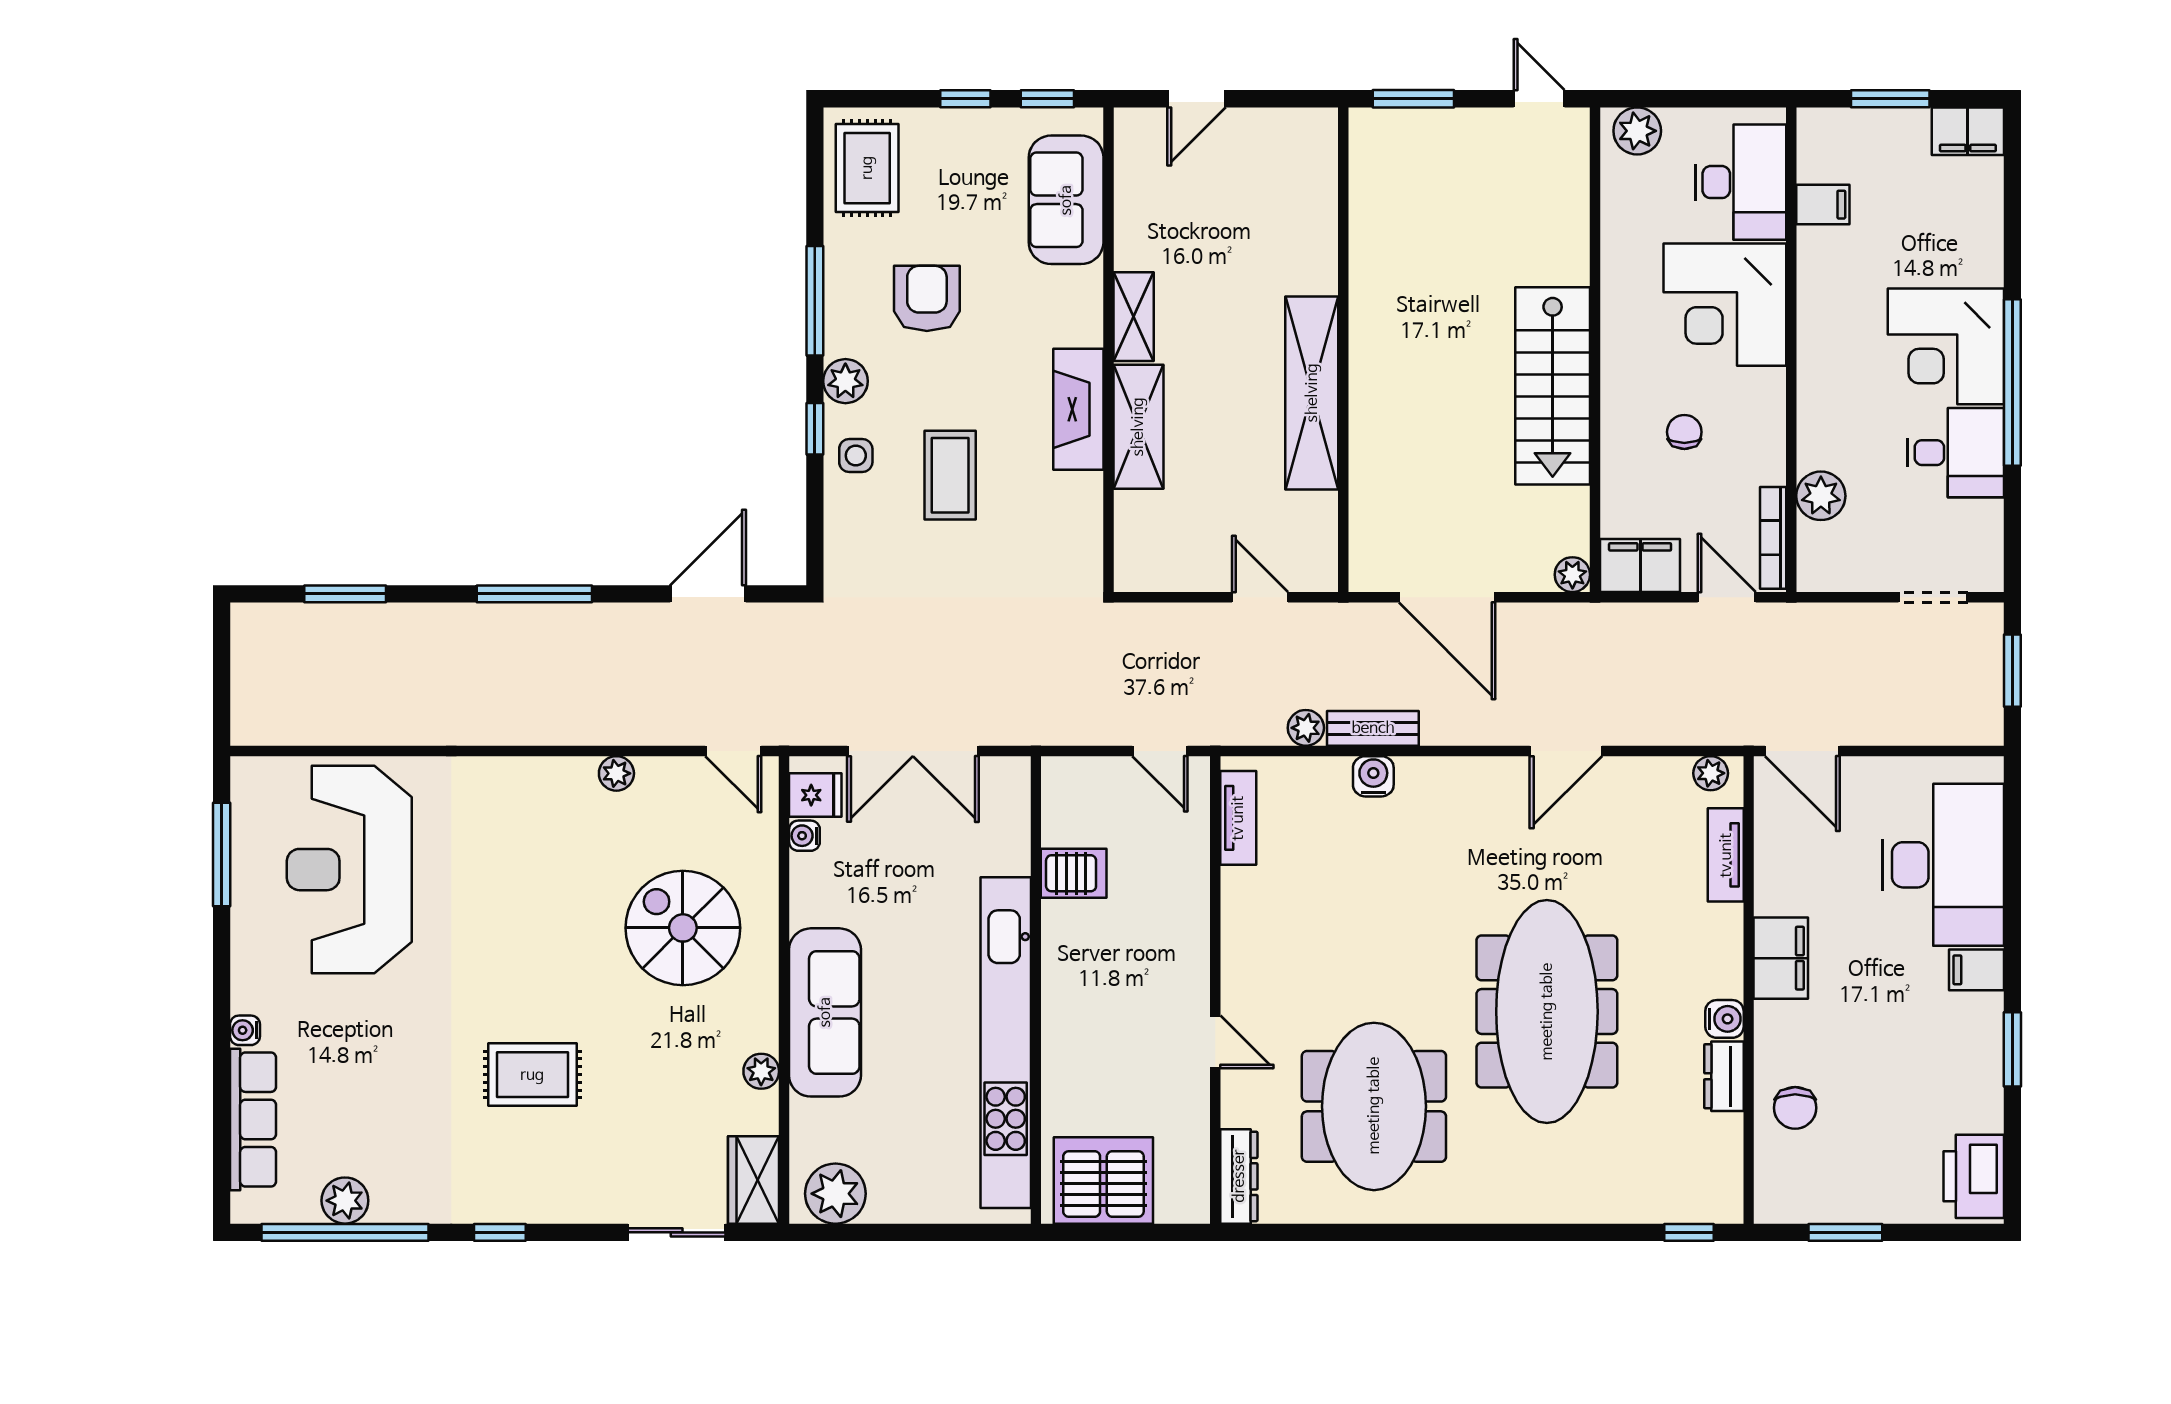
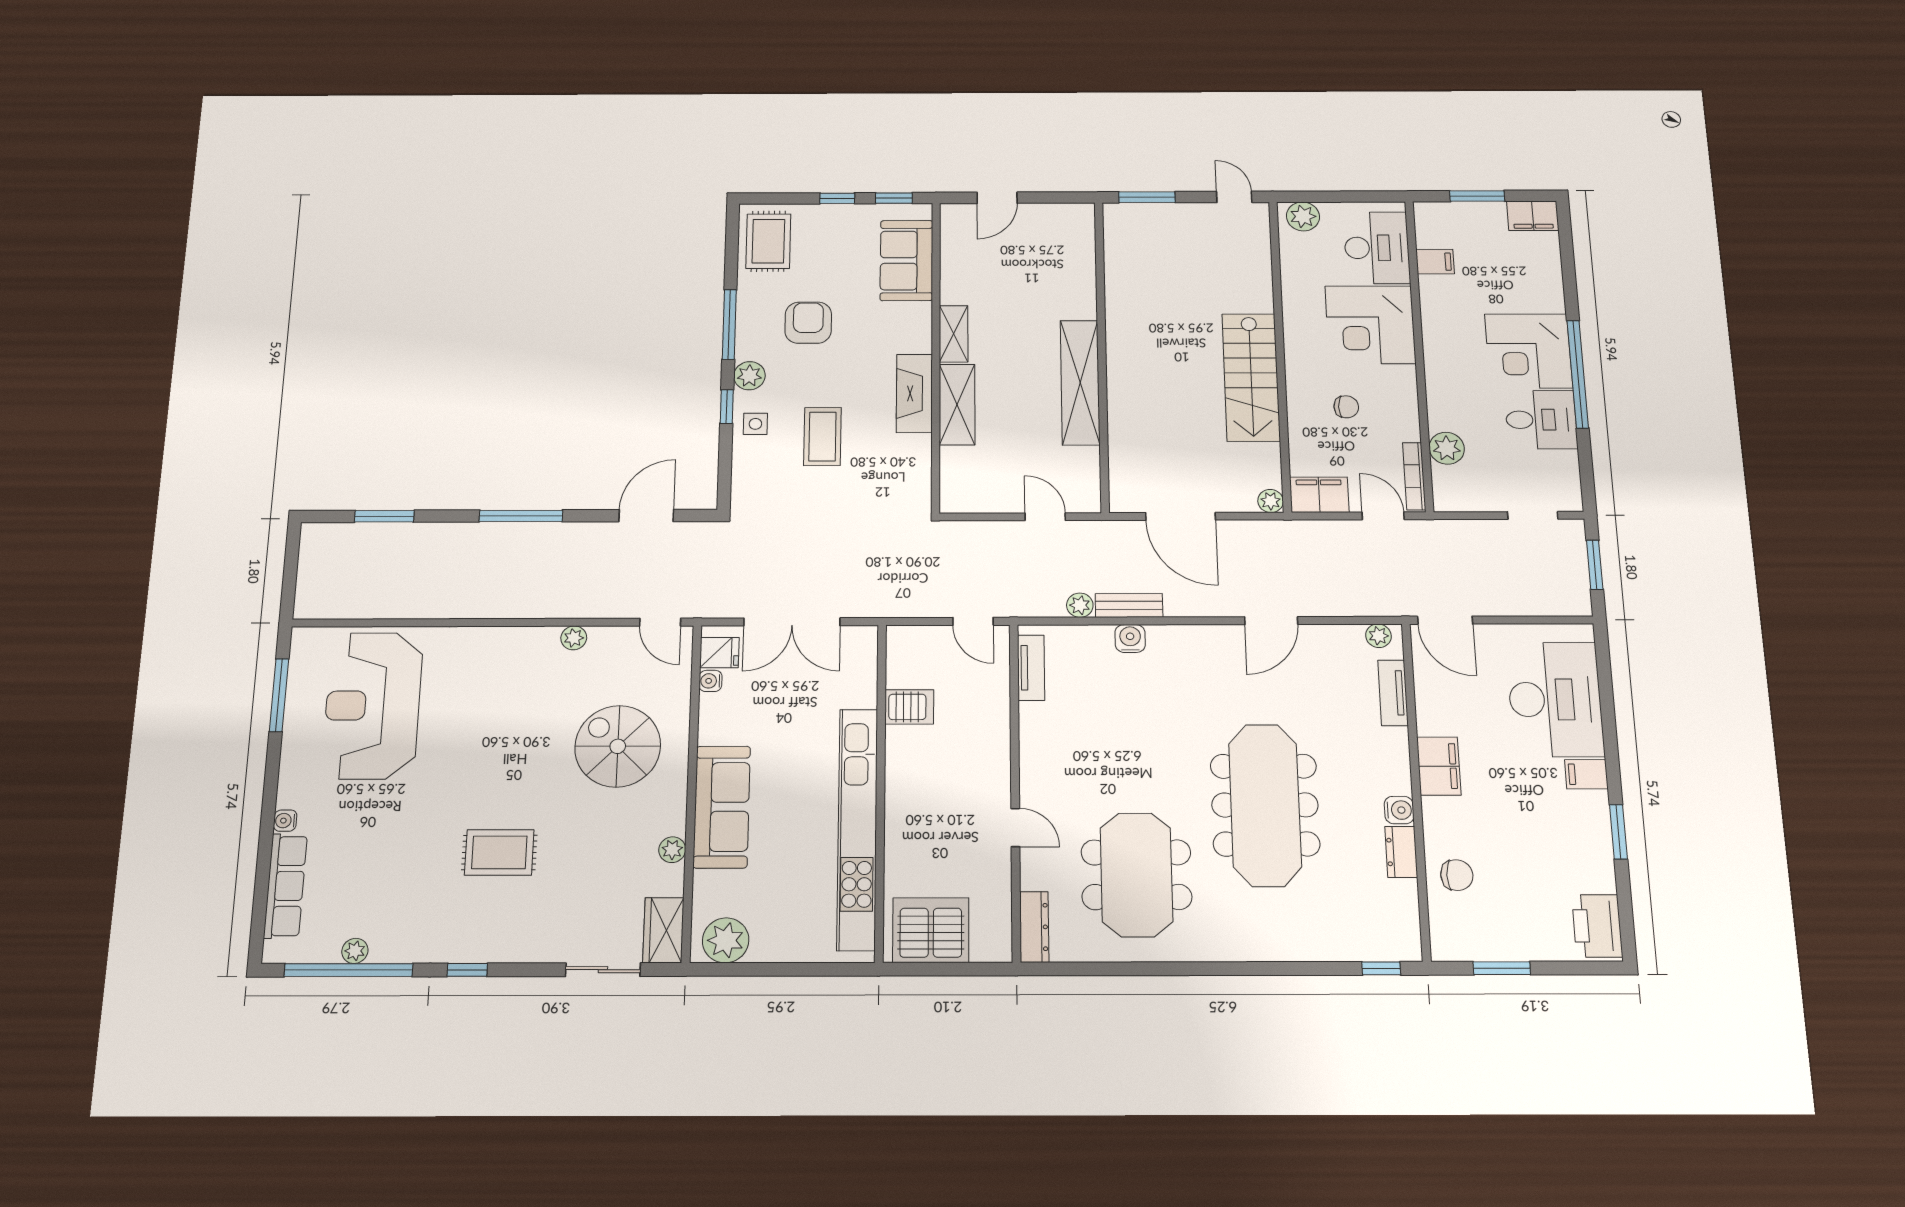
chair: (1684, 432) -> (1346, 407), turned 90
chair: (1795, 1108) -> (1457, 875), turned -90
plant: (345, 1201) -> (355, 951), width x0.73, depth x0.73

